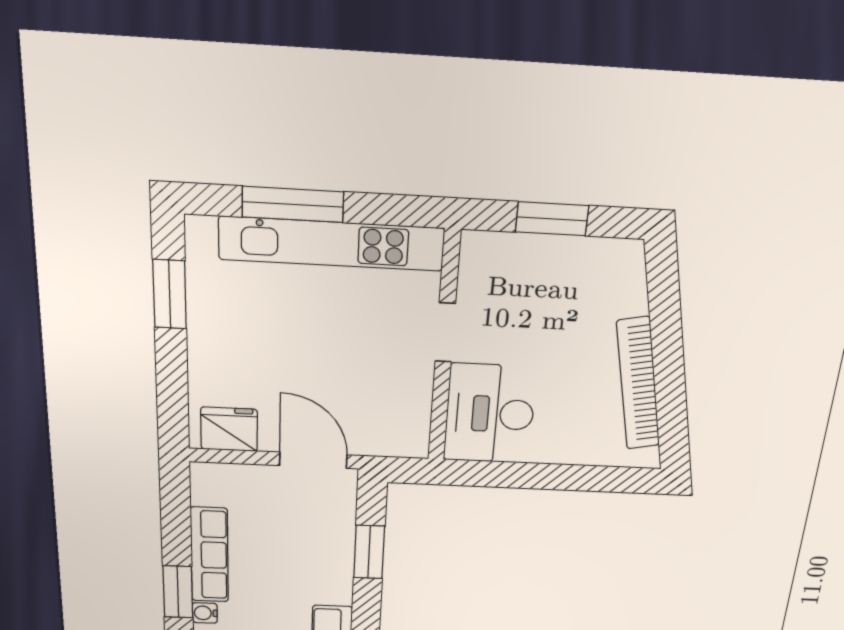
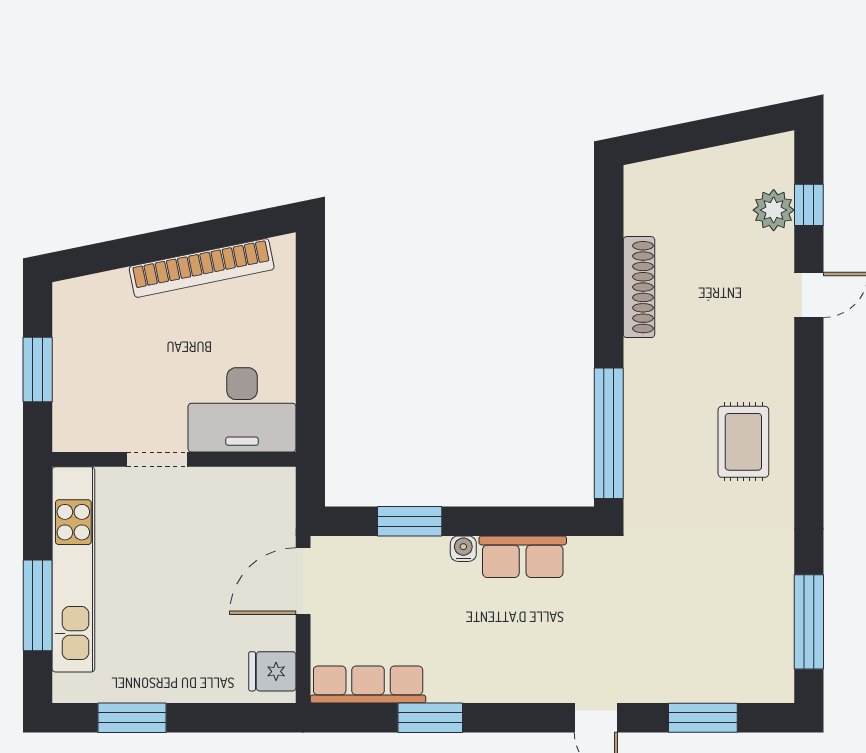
fridge: (229, 429) -> (272, 671), width x0.72
row of seats: (209, 555) -> (368, 685), moved
window: (178, 592) -> (430, 718), moved
water cooler: (205, 613) -> (463, 549), moved, turned 180

